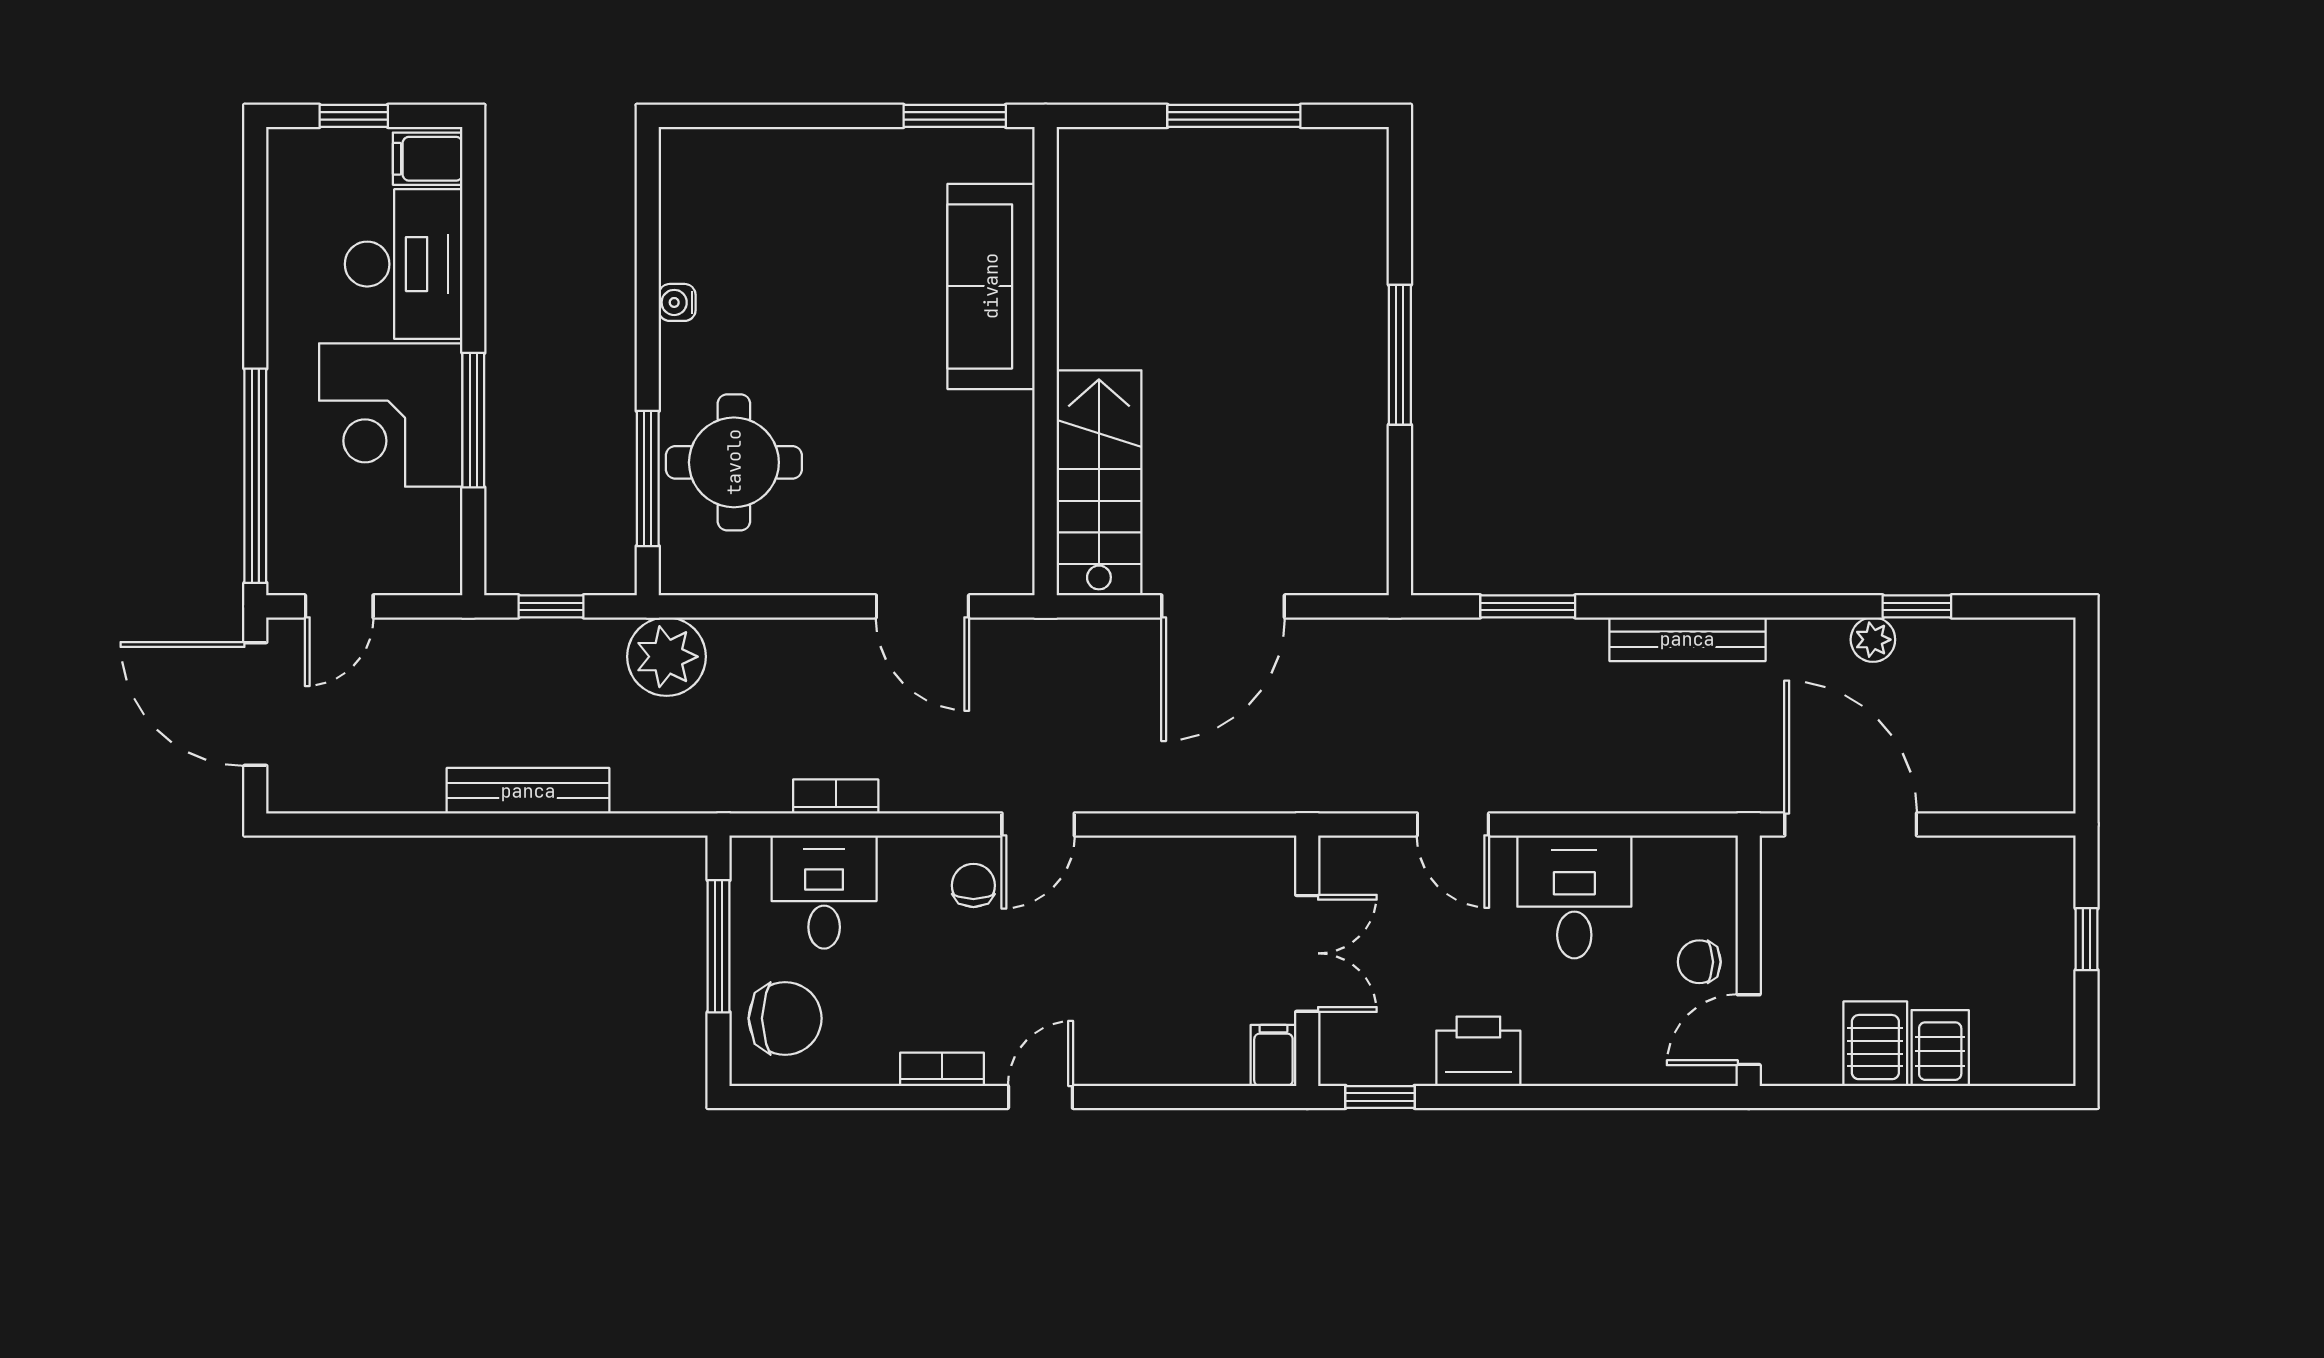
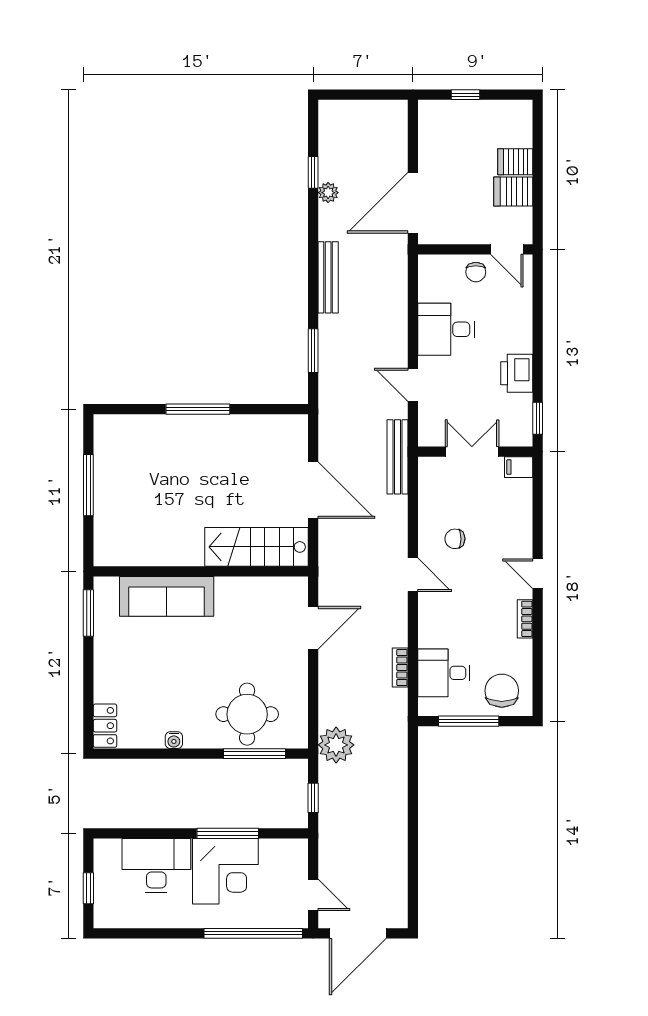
locker: (709, 152) -> (105, 726), added
filing cabinet: (428, 159) -> (108, 854), removed
bench: (528, 791) -> (397, 457), moved
door: (1453, 824) -> (413, 385), swing flipped
chair: (973, 885) -> (455, 539), moved

